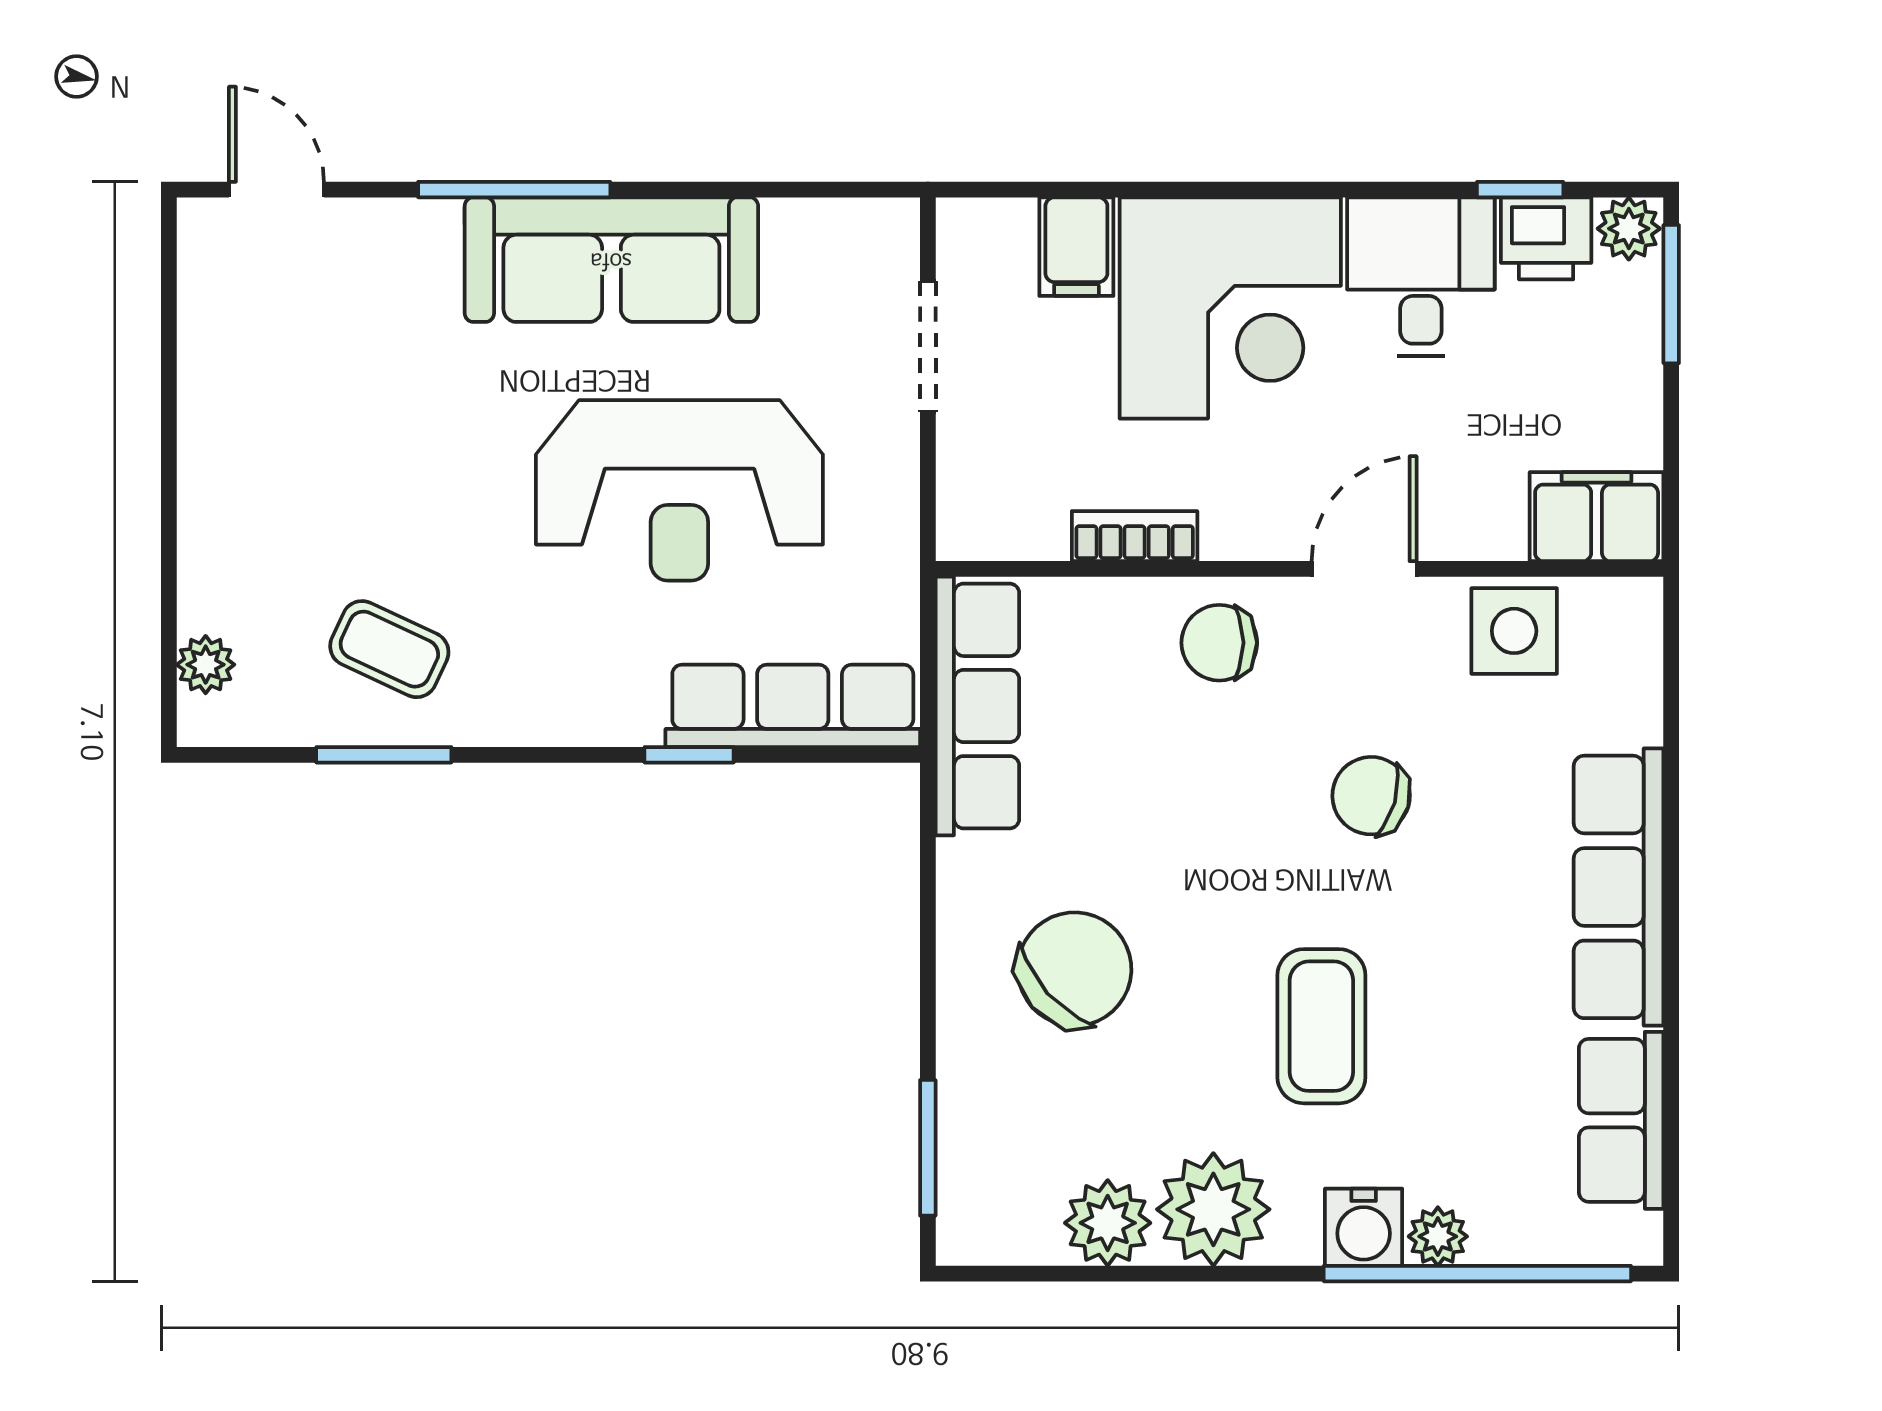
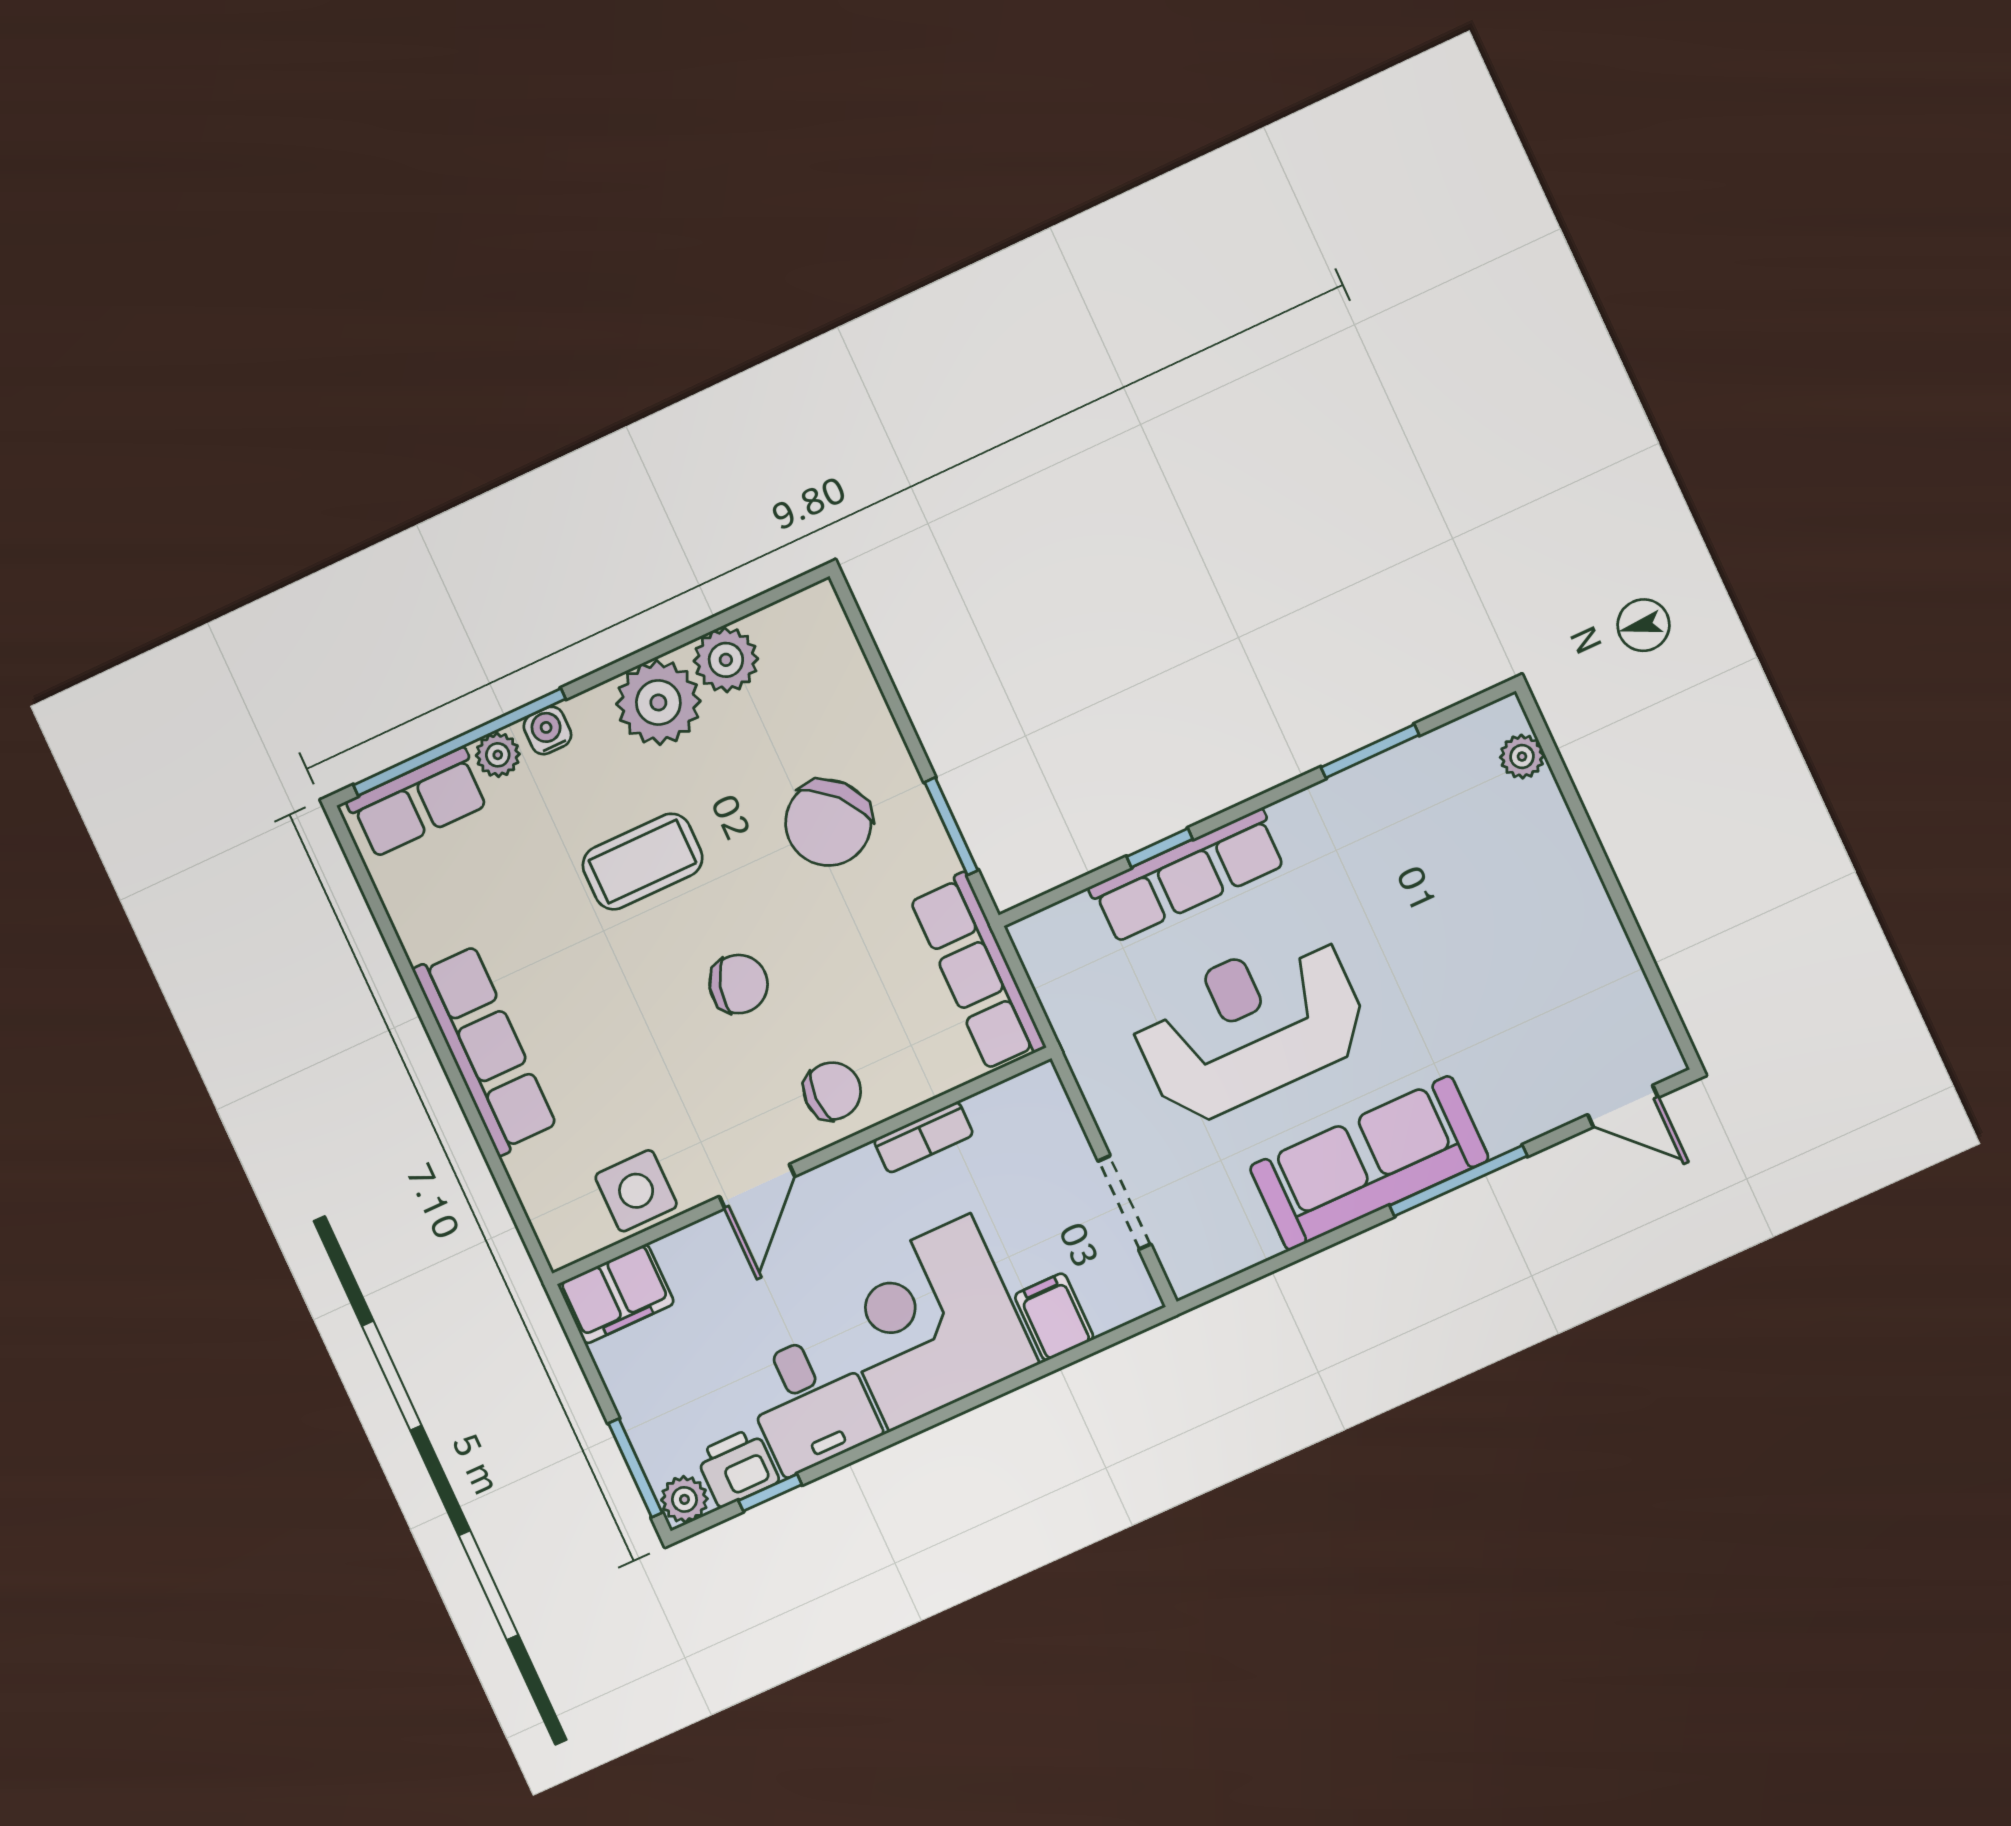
coffee table: (389, 649) -> (1400, 826), removed
row of seats: (793, 706) -> (1188, 876), moved
chair: (1371, 796) -> (739, 984), moved
coffee table: (1321, 1026) -> (643, 862), turned 90
row of seats: (1621, 1120) -> (418, 803), moved, turned 90
window: (928, 1148) -> (951, 826), moved
water cooler: (1364, 1227) -> (547, 730), width x0.72, depth x0.72

